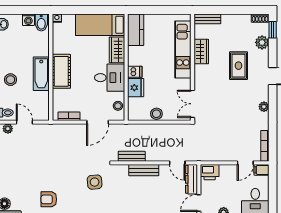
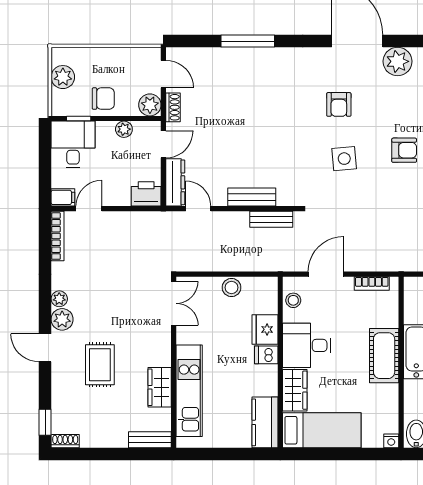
plant: (262, 42) -> (62, 319), moved
side table: (95, 182) -> (344, 159), moved

